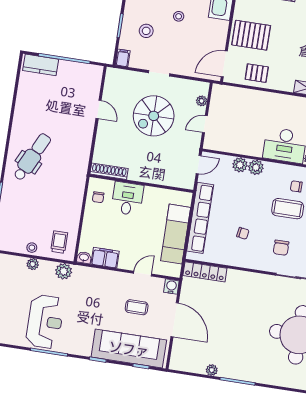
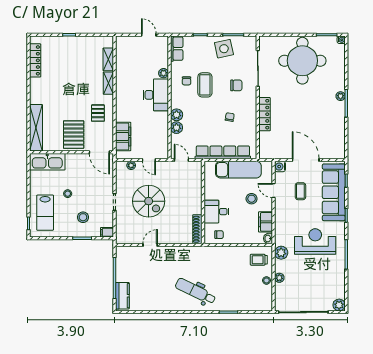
pallet: (257, 73) -> (98, 113), moved
filing cabinet: (239, 97) -> (123, 137), added
stool: (137, 245) -> (252, 199), added
locker: (205, 272) -> (264, 114), moved
door: (175, 320) -> (306, 160), hinge flipped
reception desk: (45, 322) -> (315, 242), moved
plant: (212, 370) -> (341, 96), moved

